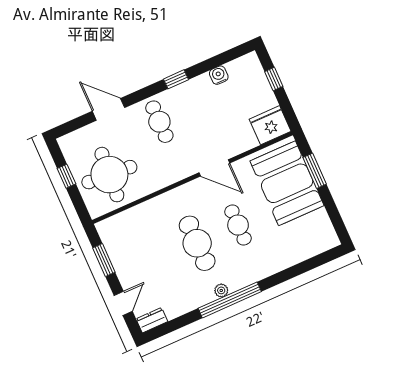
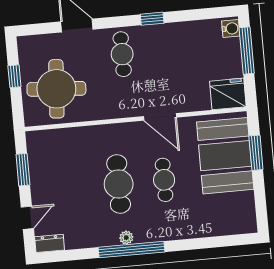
water cooler: (219, 75) -> (231, 28), moved, turned 90
window: (274, 79) -> (247, 51), width x2.17

